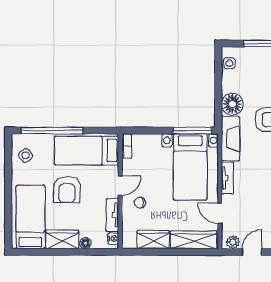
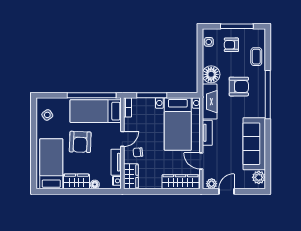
armchair: (258, 67) -> (231, 45), added
window: (52, 131) -> (92, 95), moved
window: (192, 131) -> (152, 95), moved
wardrobe: (153, 240) -> (131, 176), moved, turned 90

